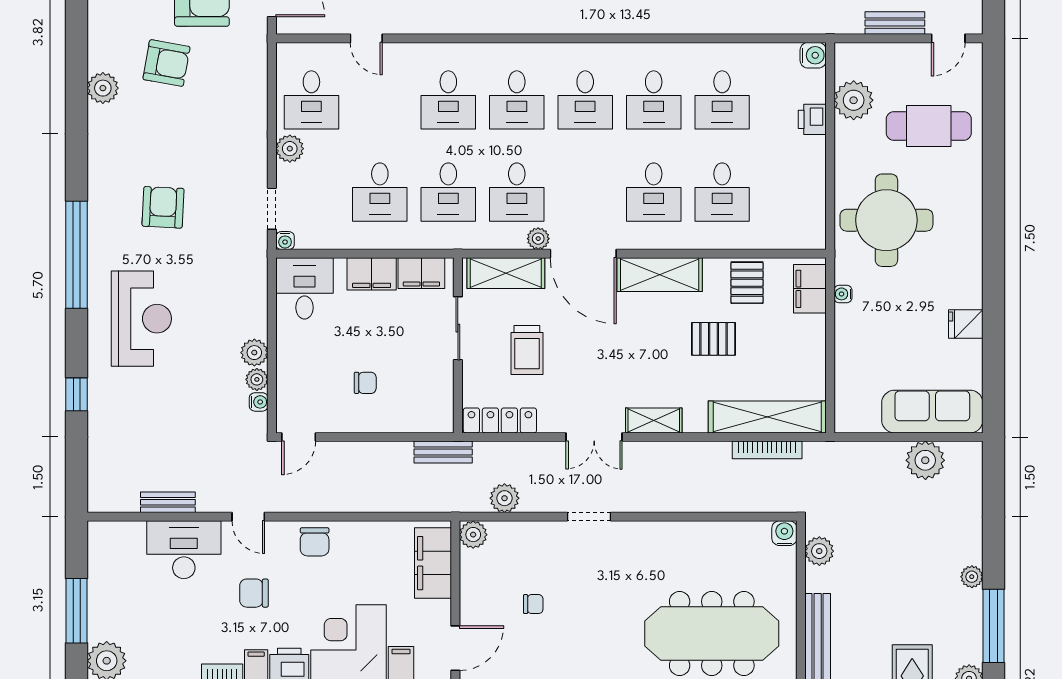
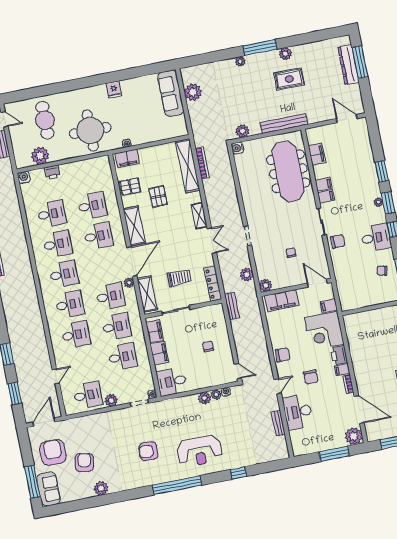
reception desk: (141, 319) -> (199, 451), turned 180
fridge: (966, 324) -> (114, 89), moved

